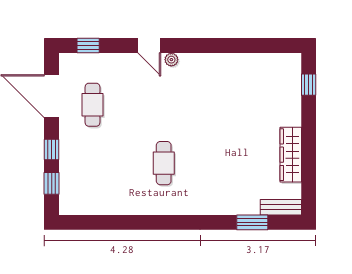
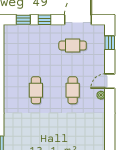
cafe table: (164, 105) -> (73, 90), added
cafe table: (164, 163) -> (36, 90), turned 90

